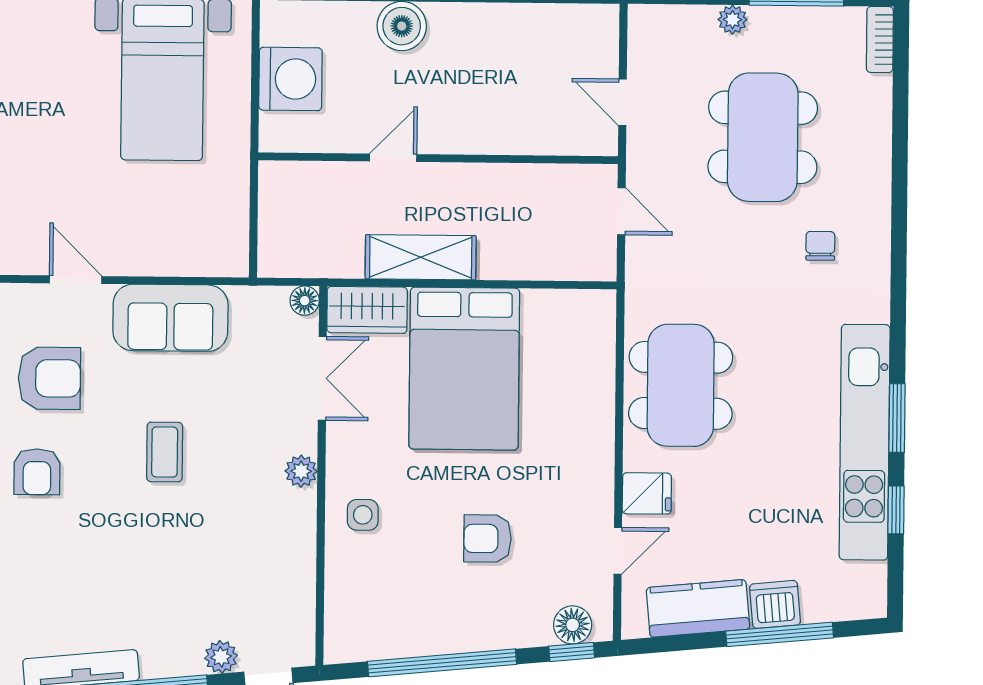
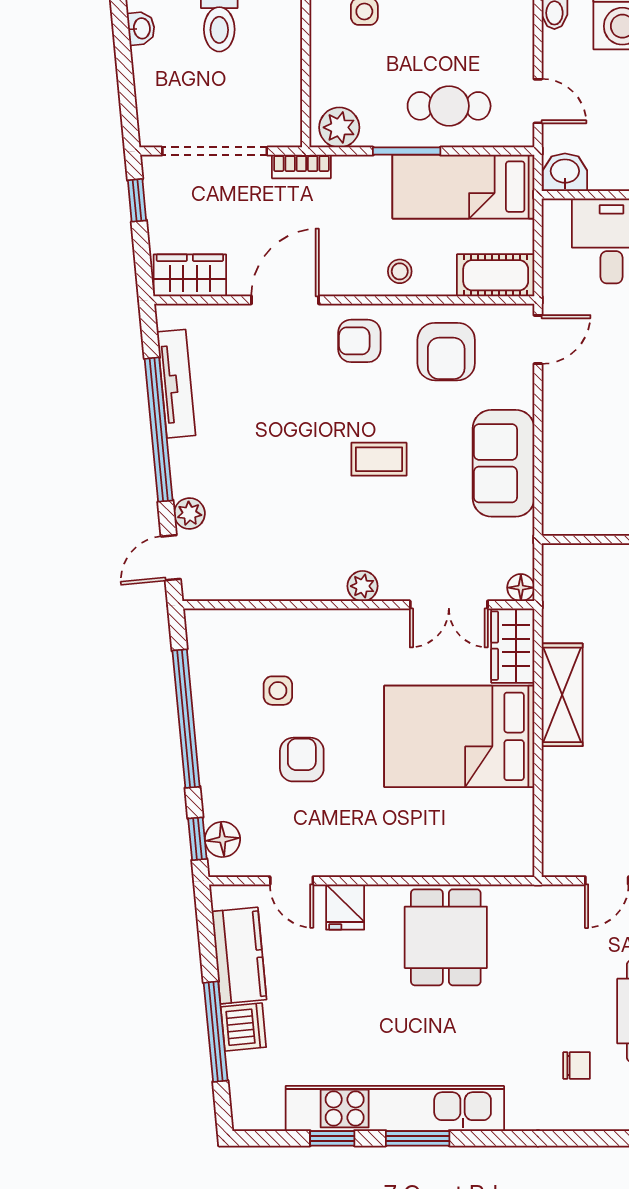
door: (76, 280) -> (538, 339), moved
dining table: (681, 385) -> (446, 937), width x0.73
side table: (363, 515) -> (278, 691), moved

